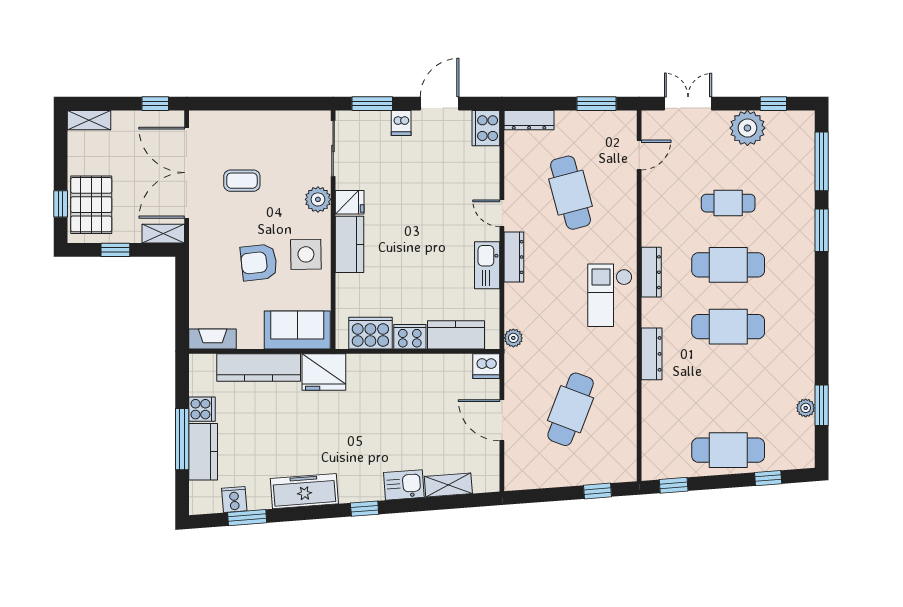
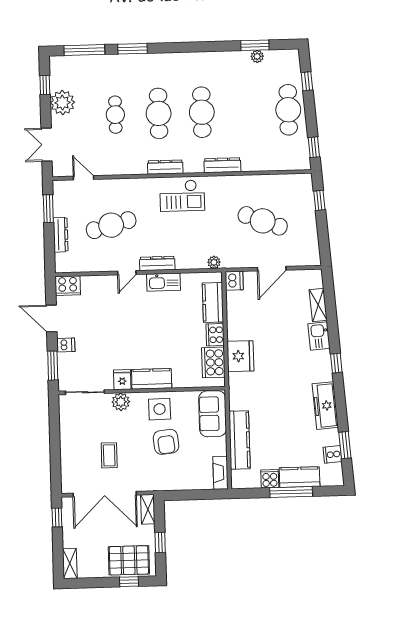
dresser: (529, 120) -> (61, 235), moved
fridge: (324, 372) -> (240, 356), moved

